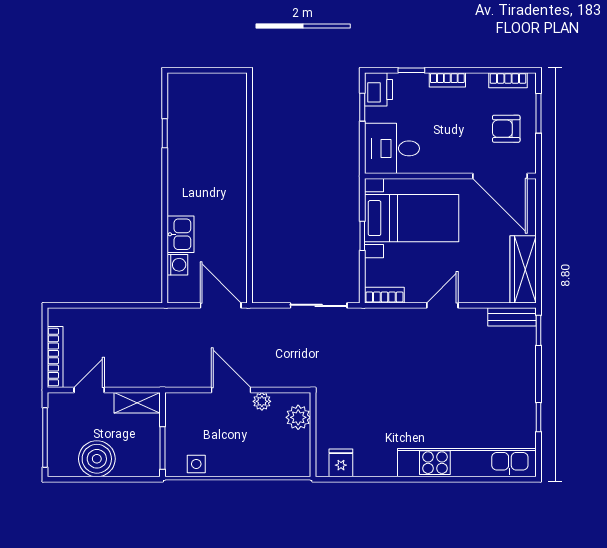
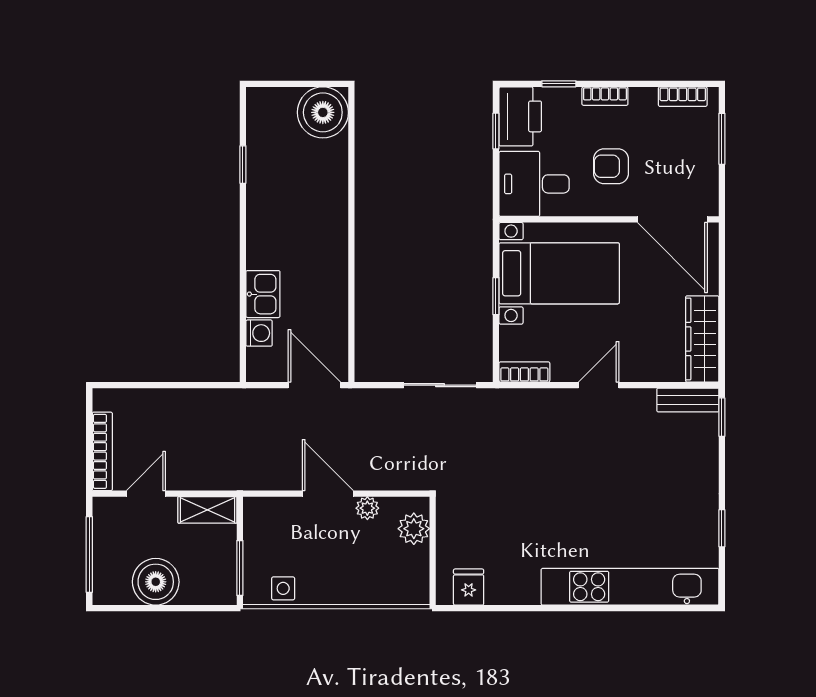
printer: (379, 89) -> (520, 116), width x1.37, depth x1.19
boiler: (227, 93) -> (323, 112), added
armchair: (506, 129) -> (611, 166), moved

